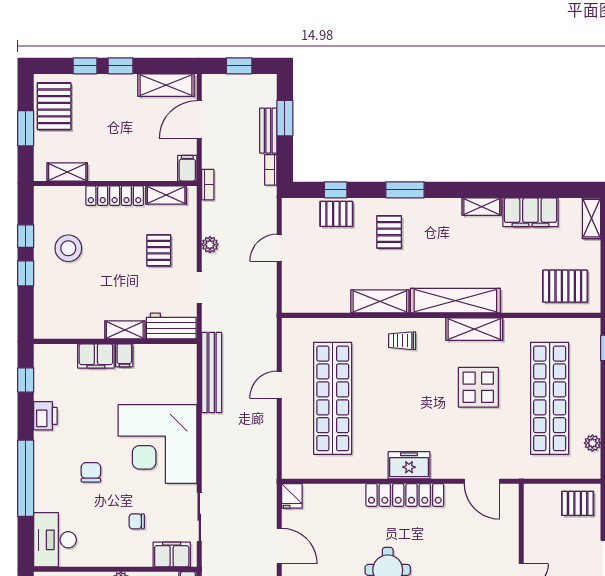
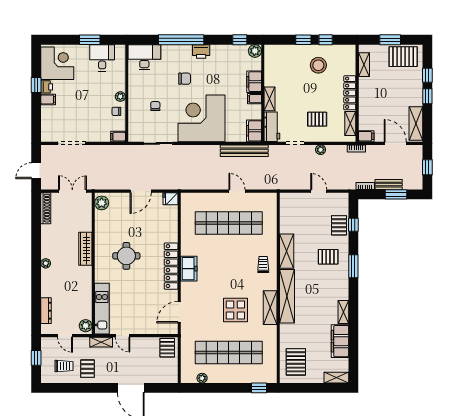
plant: (44, 355) -> (255, 51), added
printer: (45, 416) -> (201, 52), moved
pallet: (578, 503) -> (167, 348), moved
filing cabinet: (172, 555) -> (254, 131), moved, turned 180

